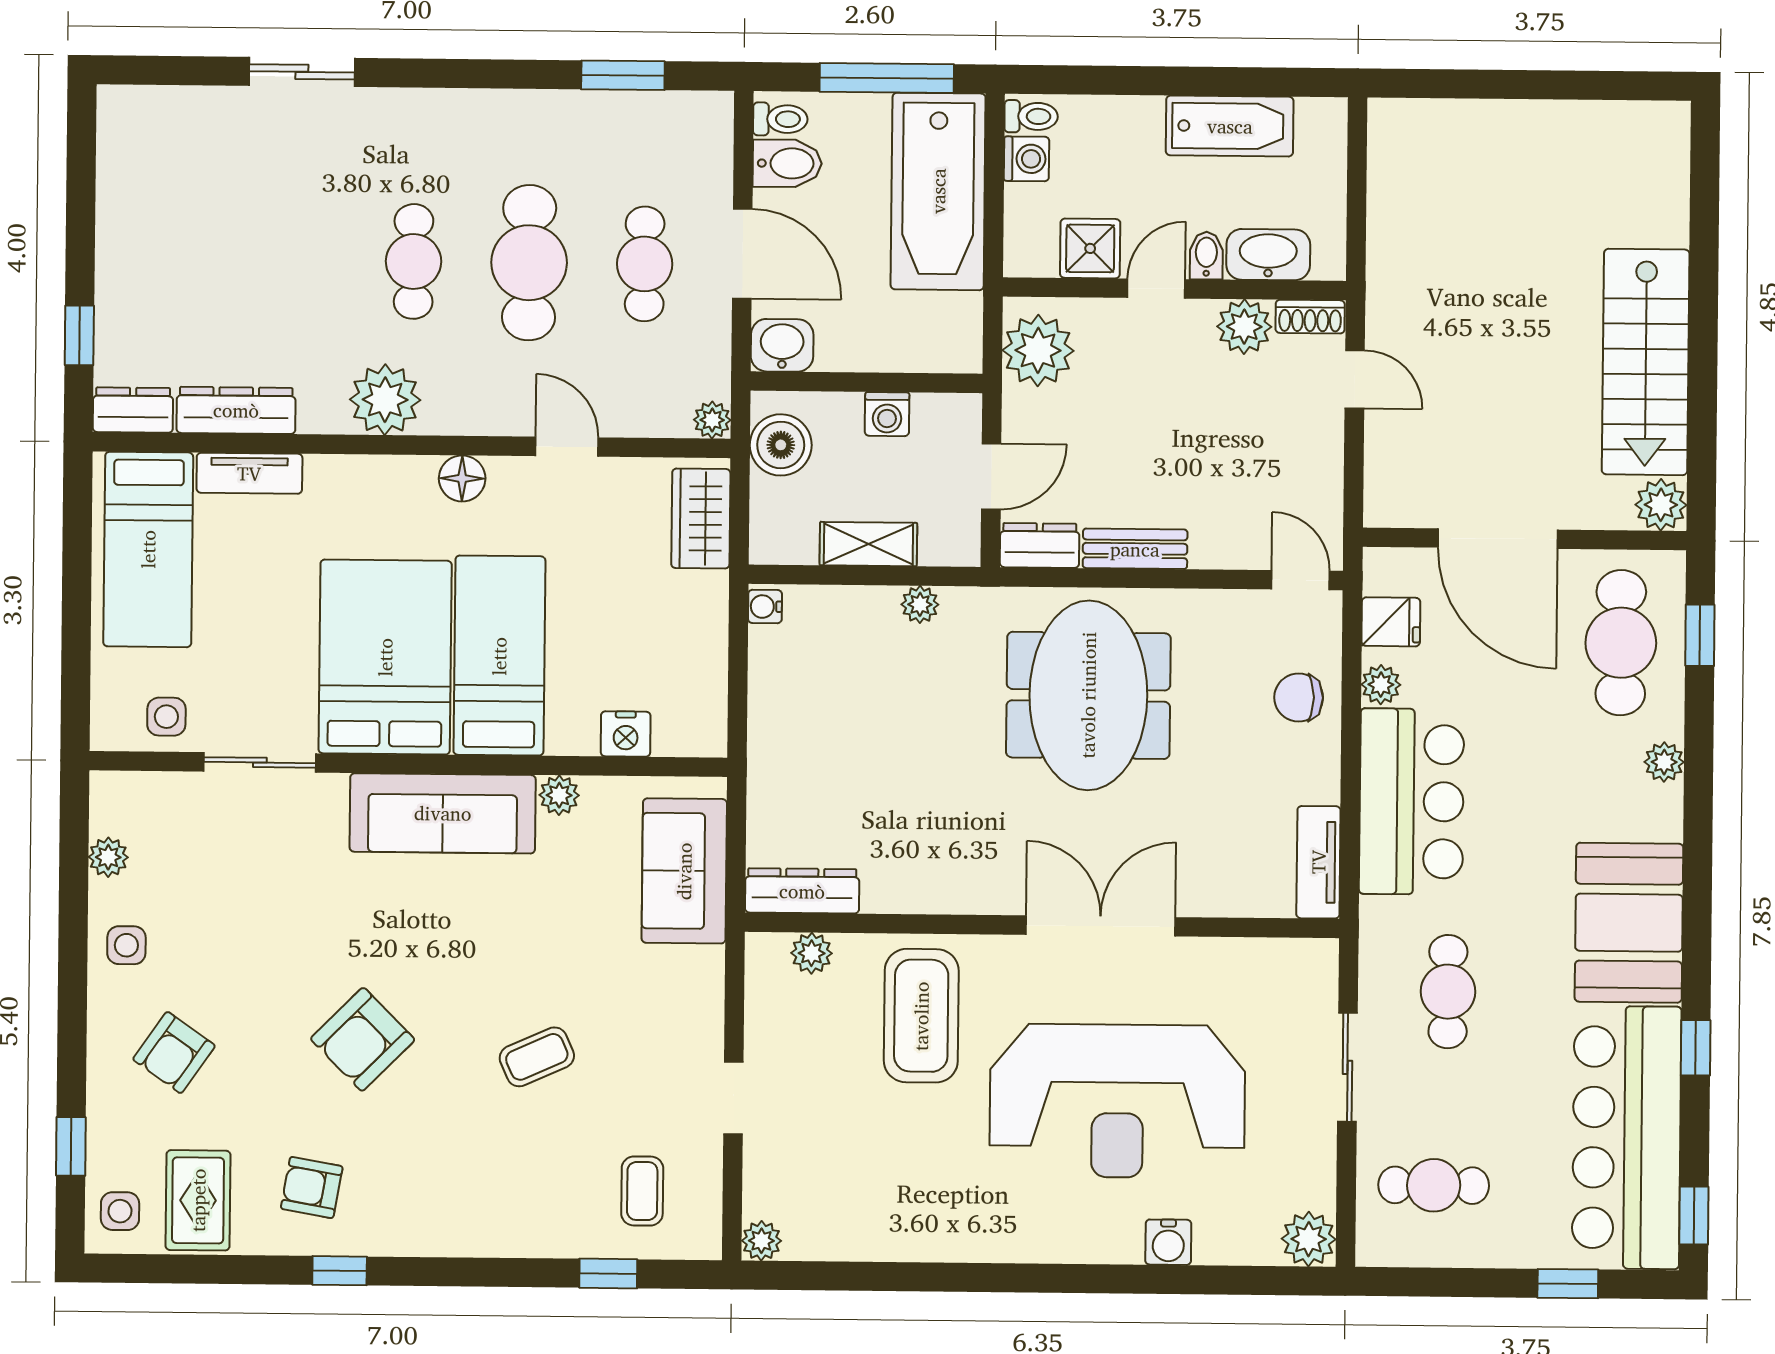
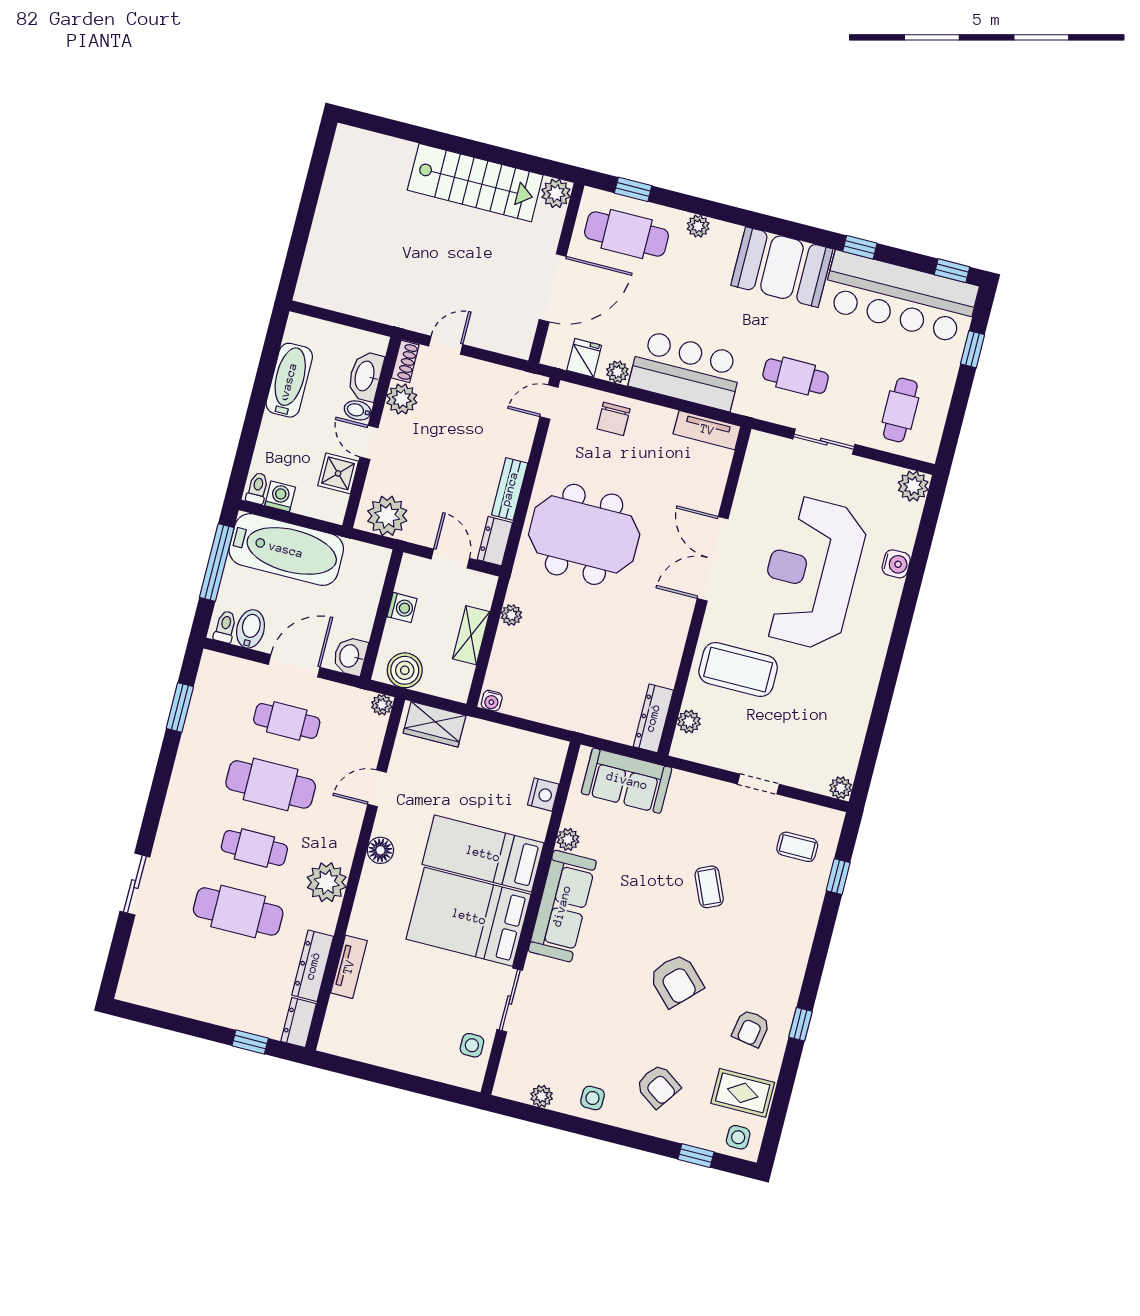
cafe table: (298, 260) -> (238, 911), added
bed: (148, 549) -> (377, 1033), removed
reception desk: (1117, 1101) -> (811, 573), turned 180

